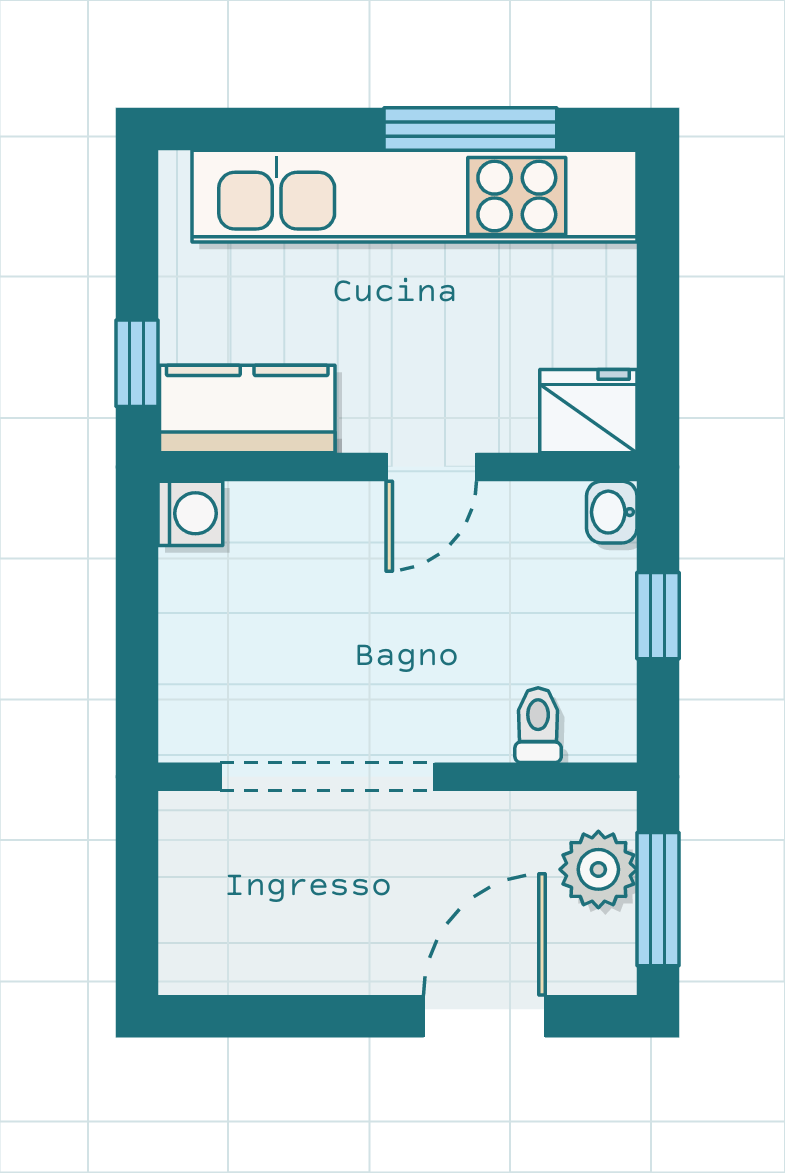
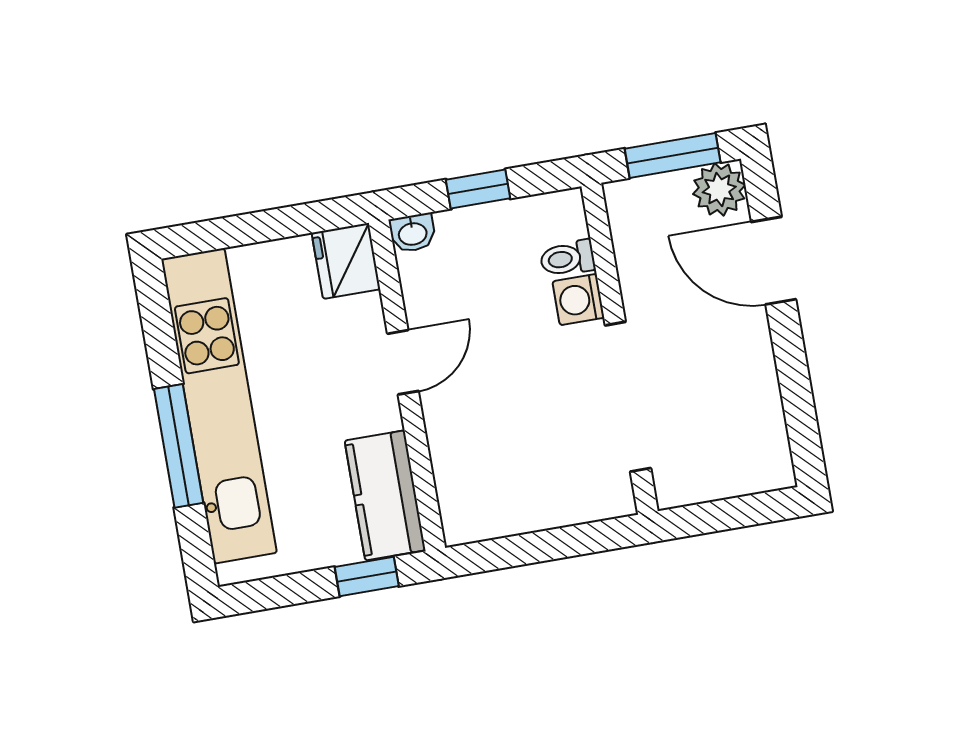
window: (470, 129) -> (179, 446), moved
door: (431, 467) -> (403, 362), hinge flipped
washing machine: (190, 513) -> (578, 300), moved, turned -90
plant: (598, 869) -> (719, 189), moved

